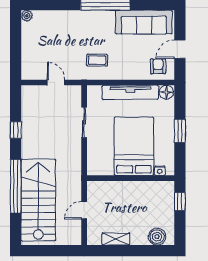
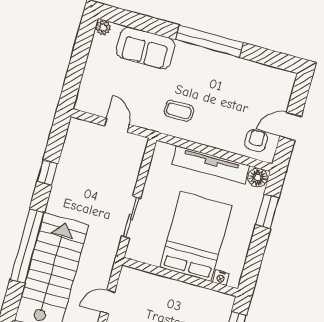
sofa: (144, 22) -> (146, 48), moved, width x0.73
sliding door: (84, 122) -> (131, 217), moved
window: (180, 131) -> (267, 212), moved

